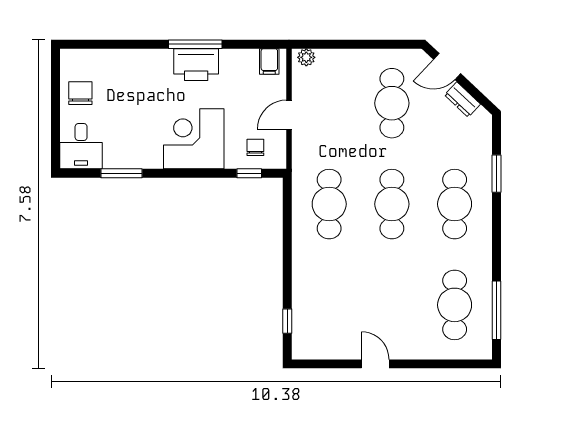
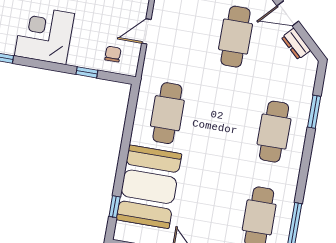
corner desk: (194, 139) -> (44, 35), moved
window: (249, 173) -> (87, 72), moved
cafe table: (392, 204) -> (221, 122), removed
booth: (323, 292) -> (149, 187), added

